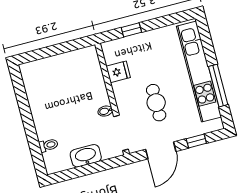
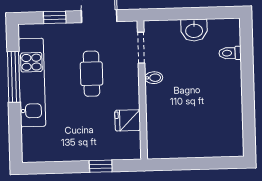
kitchen unit: (199, 72) -> (32, 83), width x0.73
doorway: (121, 133) -> (141, 48), width x0.73
washbasin: (86, 156) -> (194, 30), width x0.72

